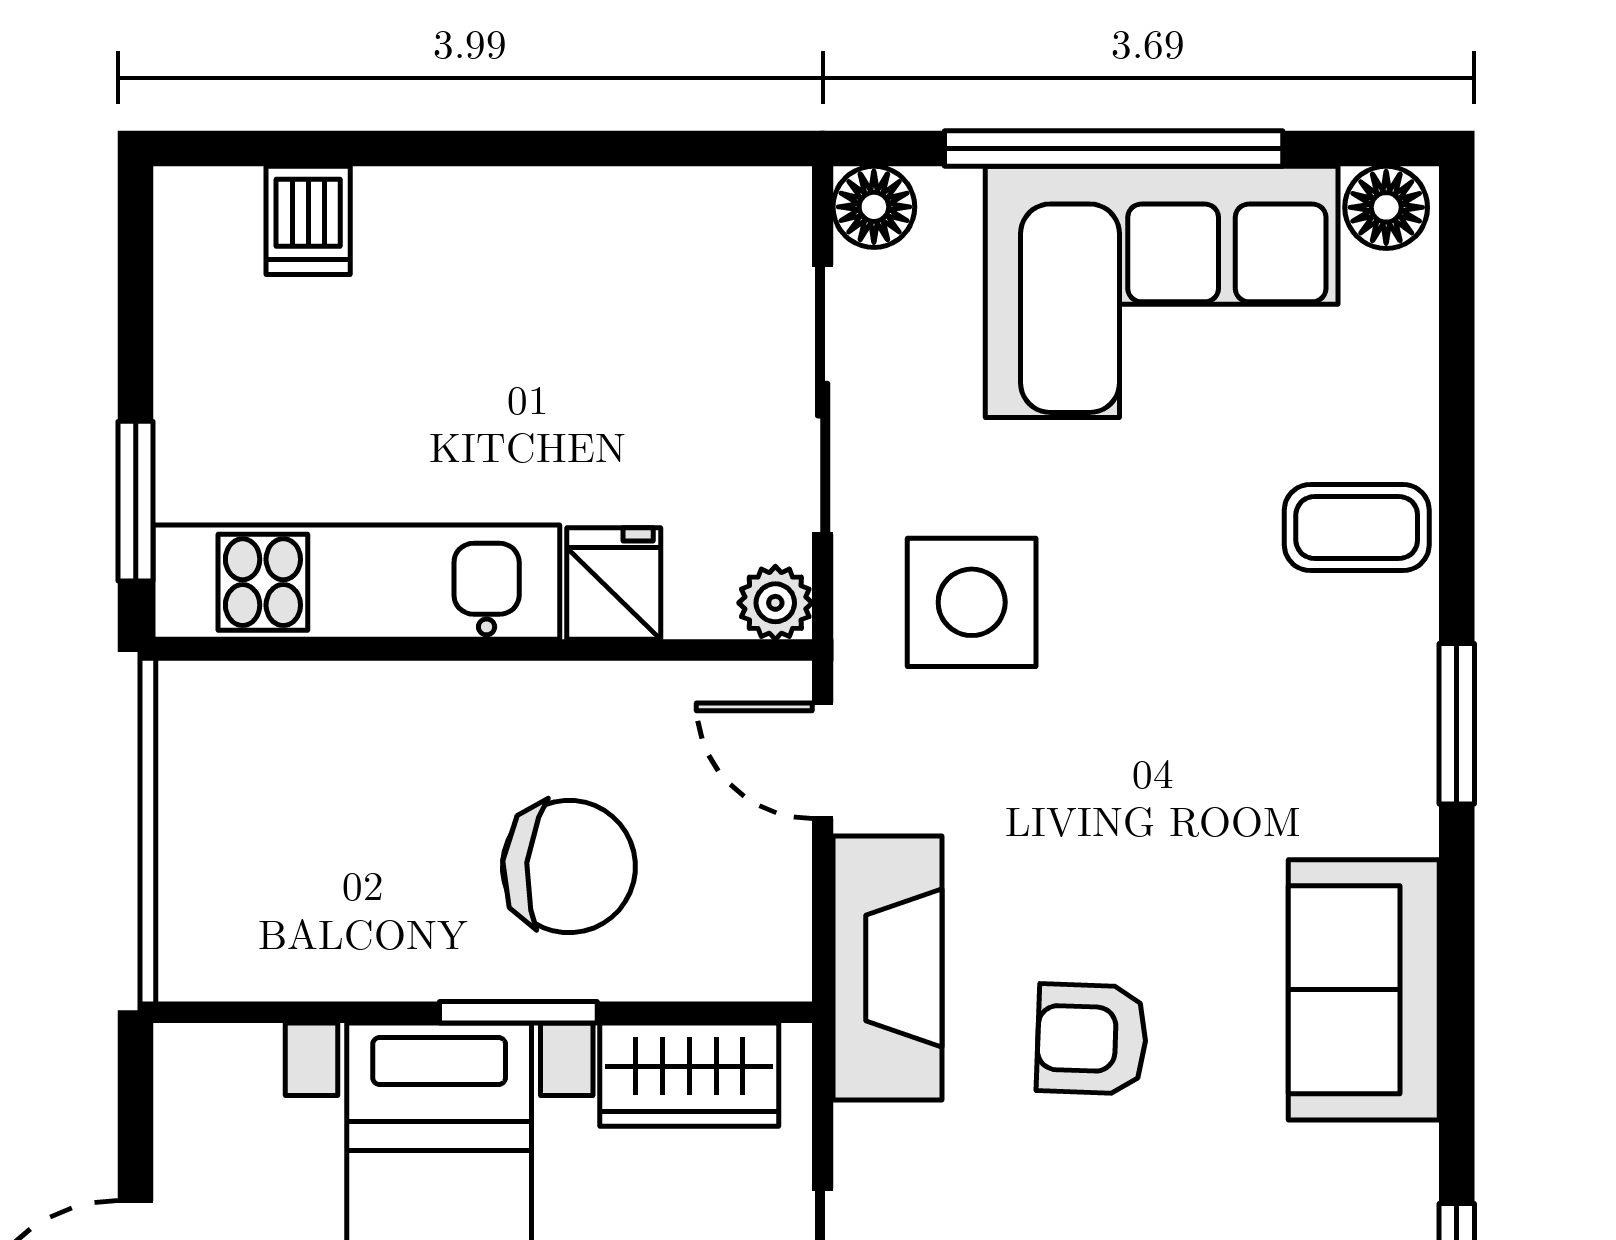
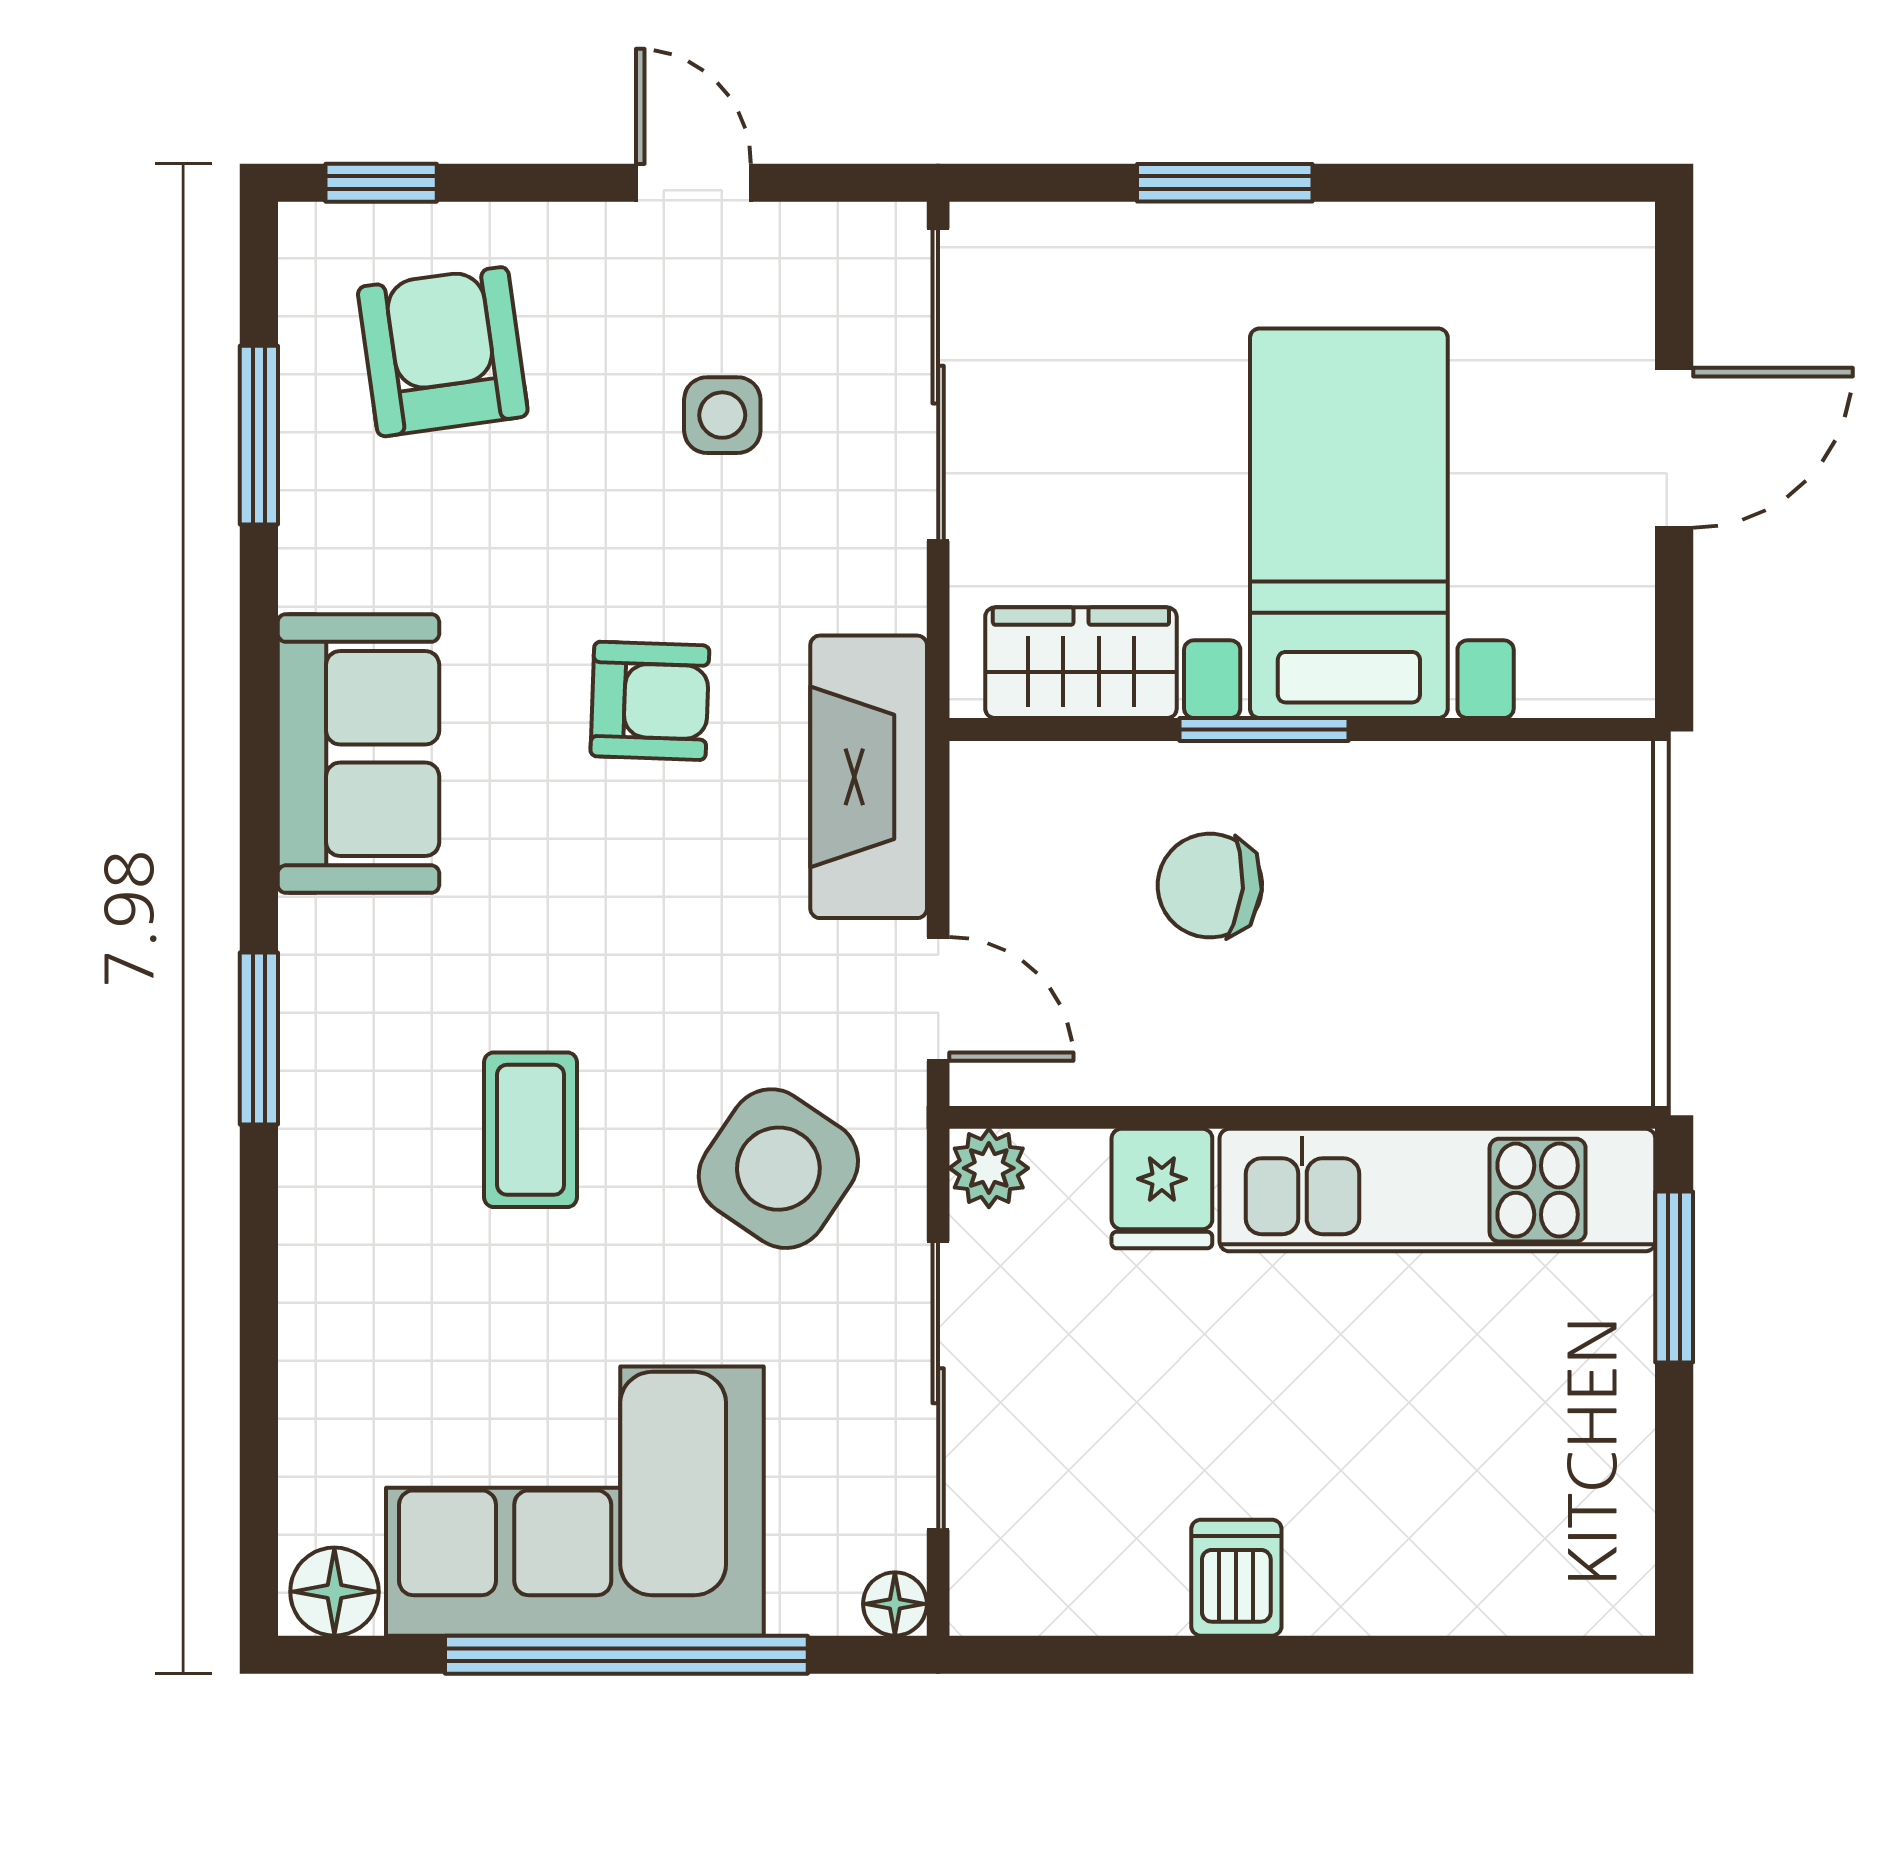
floor lamp: (874, 207) -> (895, 1604), width x0.73, depth x0.73
dishwasher: (308, 220) -> (1236, 1578), moved
coffee table: (1357, 528) -> (531, 1130), moved, turned 90
side table: (972, 602) -> (778, 1169), turned 34
chair: (569, 867) -> (1210, 886), width x0.73, depth x0.73

